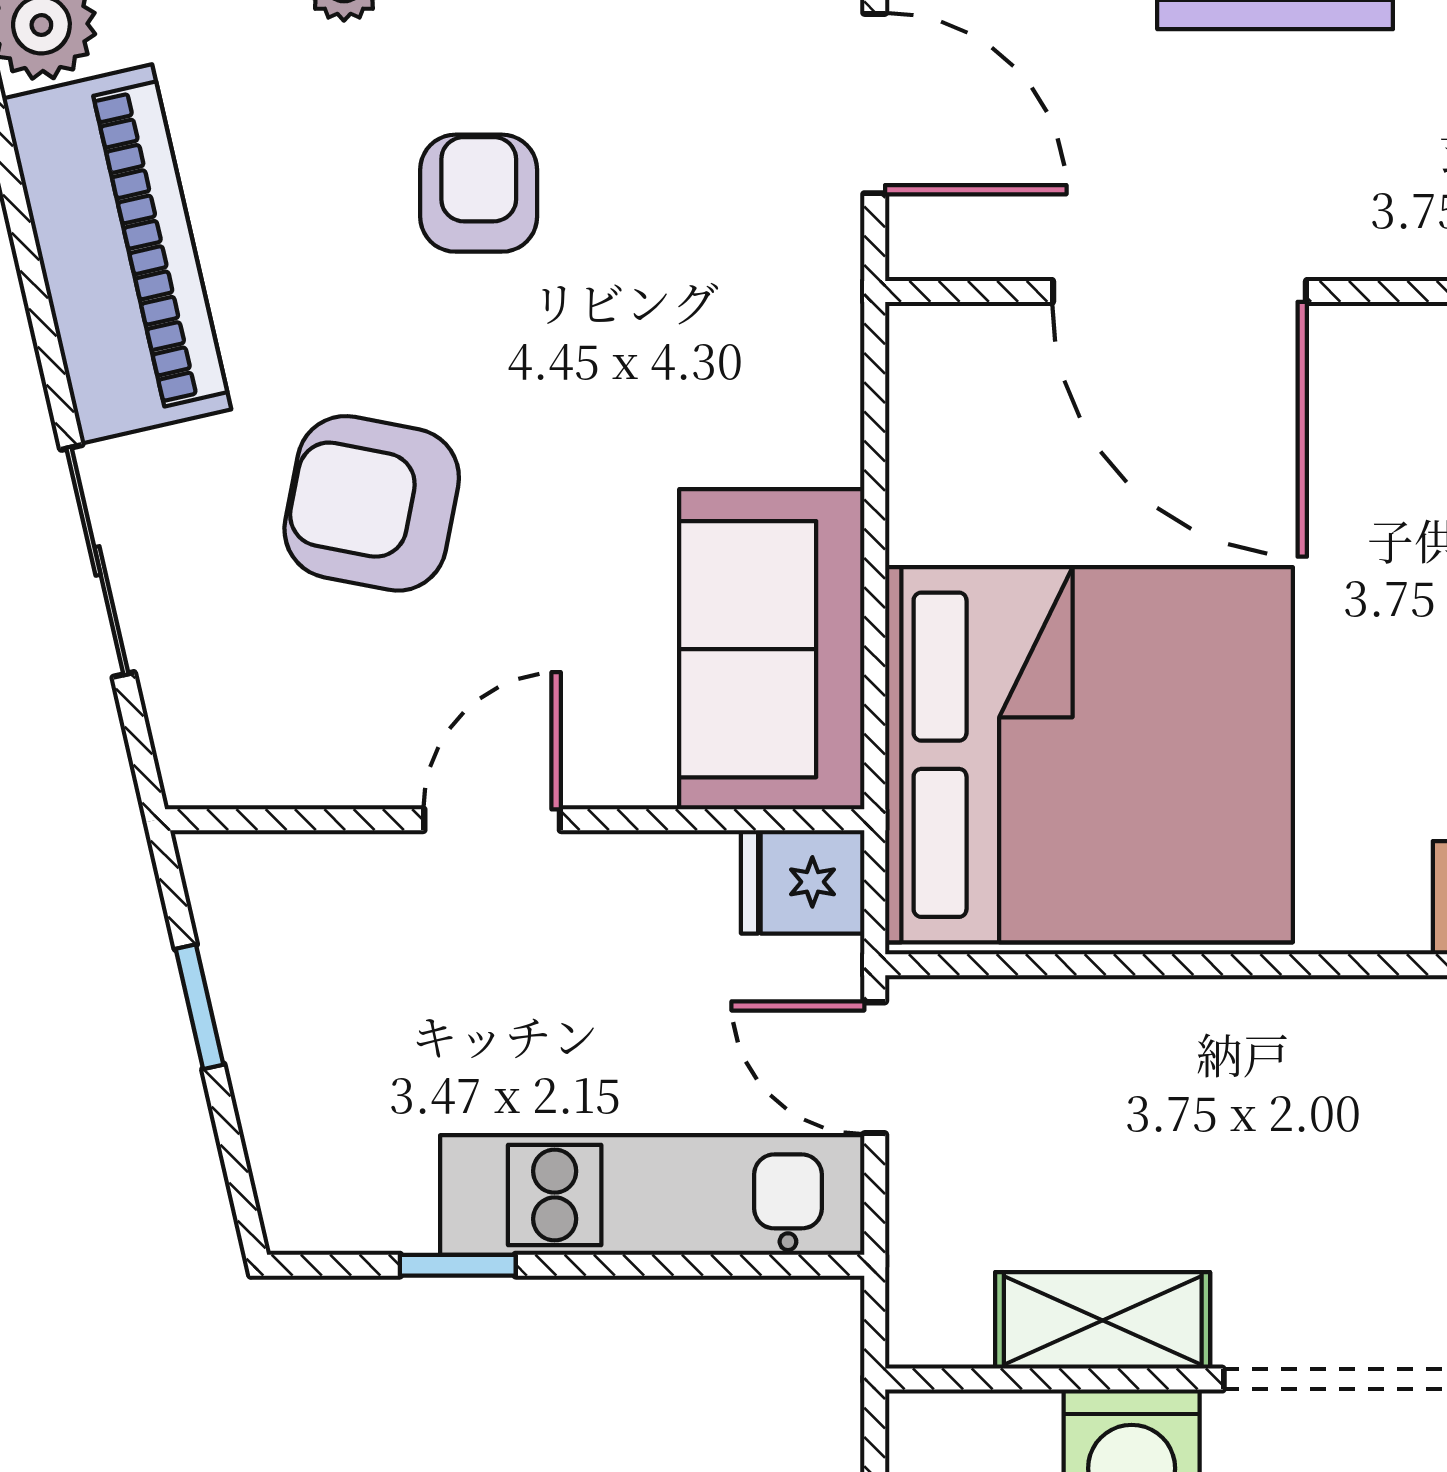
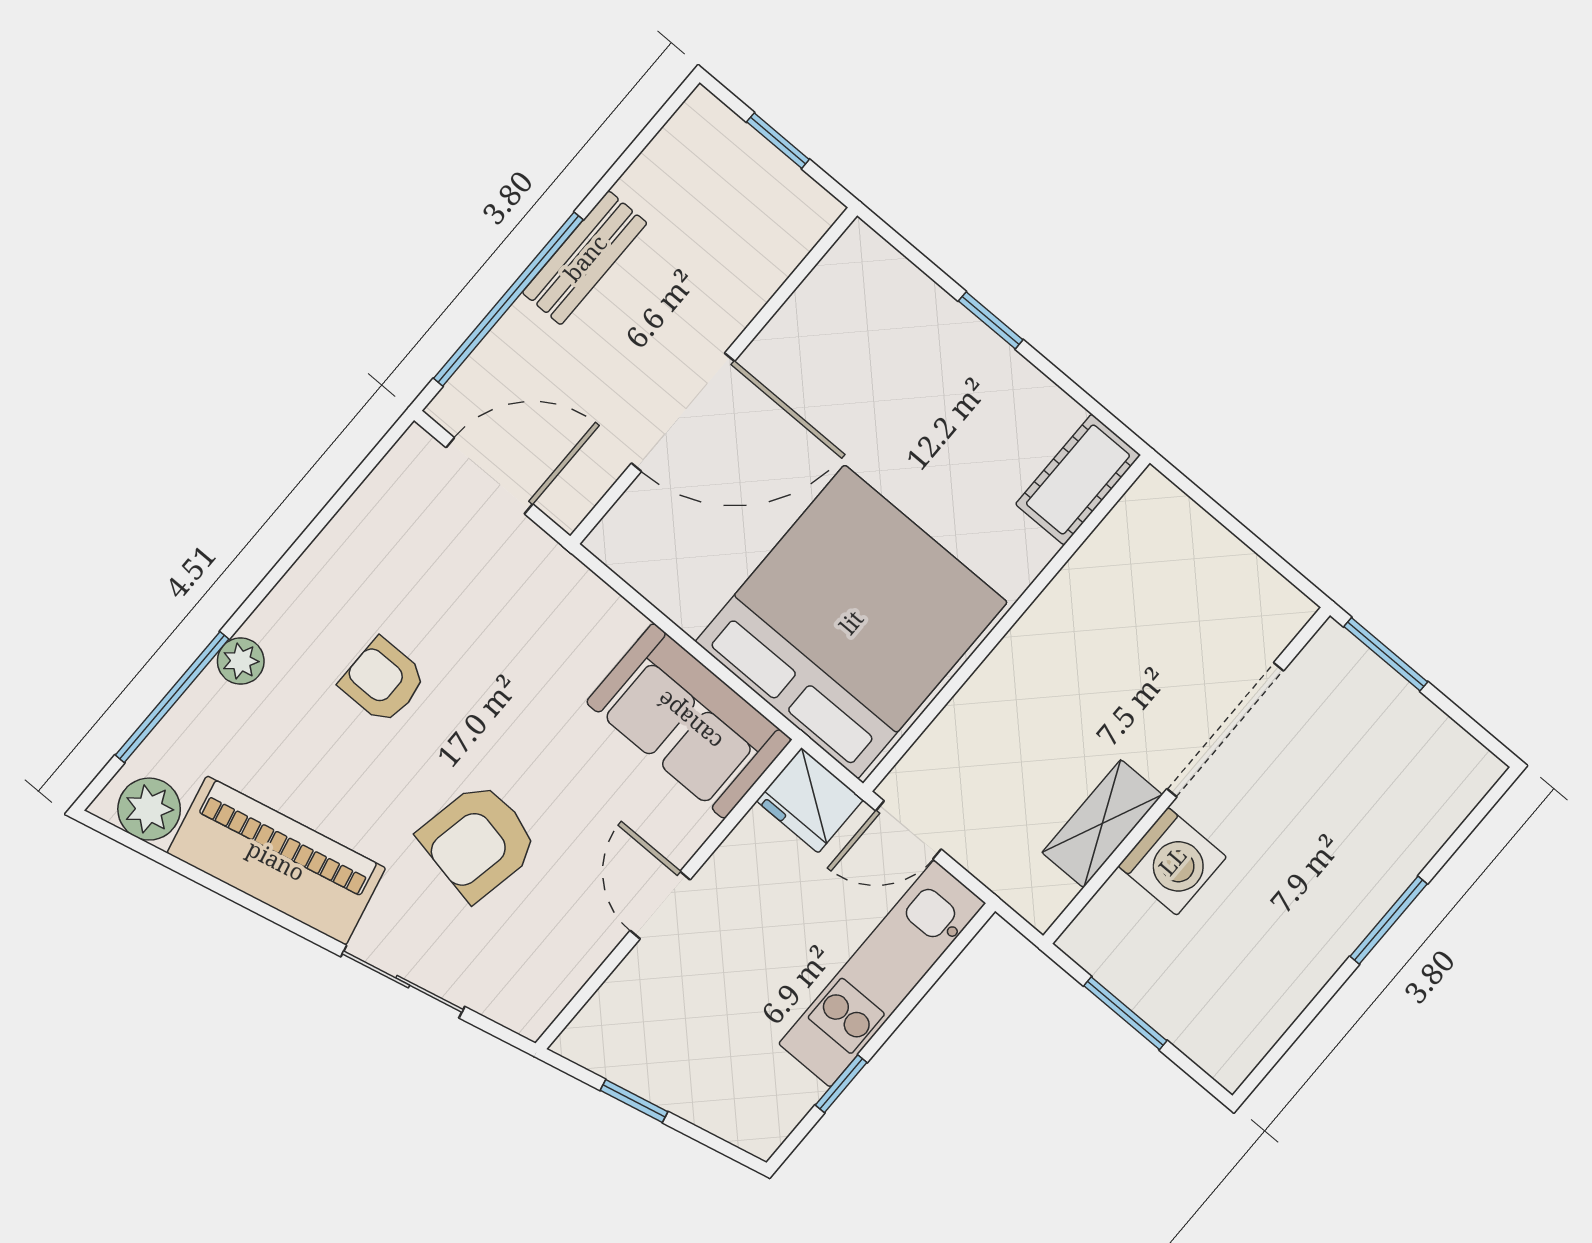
fridge: (803, 882) -> (810, 800), width x1.38

